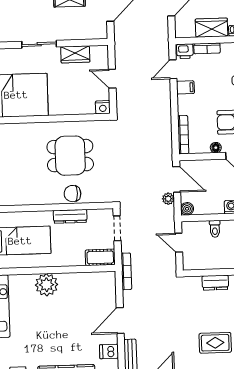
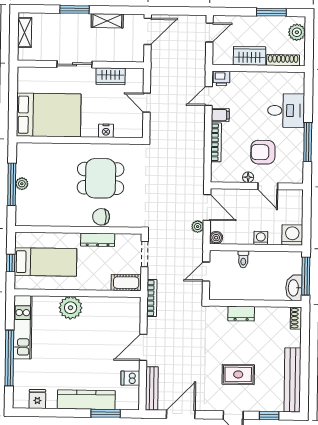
bookcase: (207, 48) -> (244, 77), removed
nightstand: (103, 107) -> (106, 131), moved
bookcase: (183, 135) -> (216, 142), moved
door: (179, 243) -> (206, 272), hinge flipped

